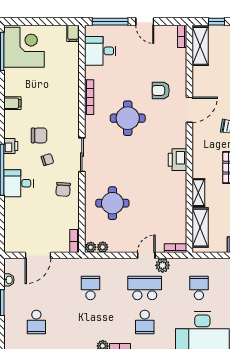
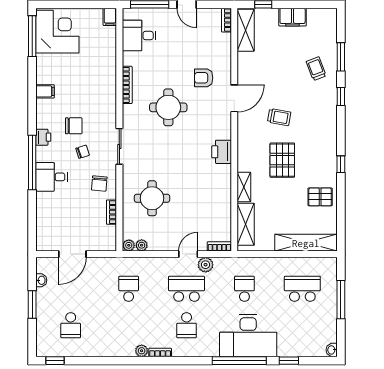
bookcase: (75, 241) -> (112, 212), moved

